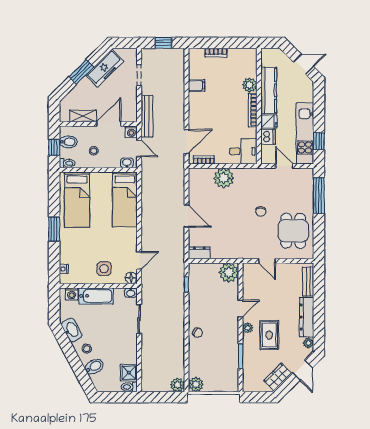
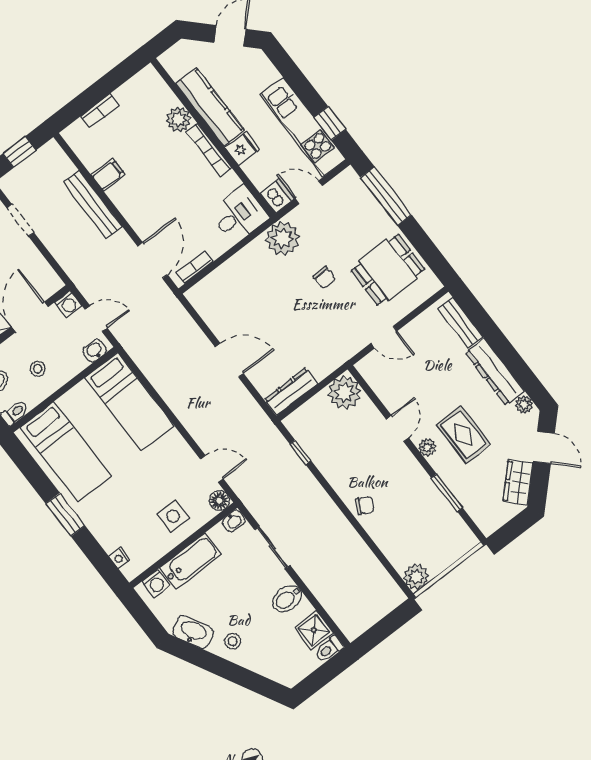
bench: (147, 116) -> (93, 204), moved
dishwasher: (268, 137) -> (277, 196), moved
plant: (224, 178) -> (282, 238), moved
dining table: (293, 231) -> (388, 270), turned 90
dresser: (199, 253) -> (291, 392), width x1.44
door: (139, 260) -> (212, 469), hinge flipped
bidet: (94, 367) -> (287, 599), moved, turned -152
plant: (178, 385) -> (392, 596), removed

